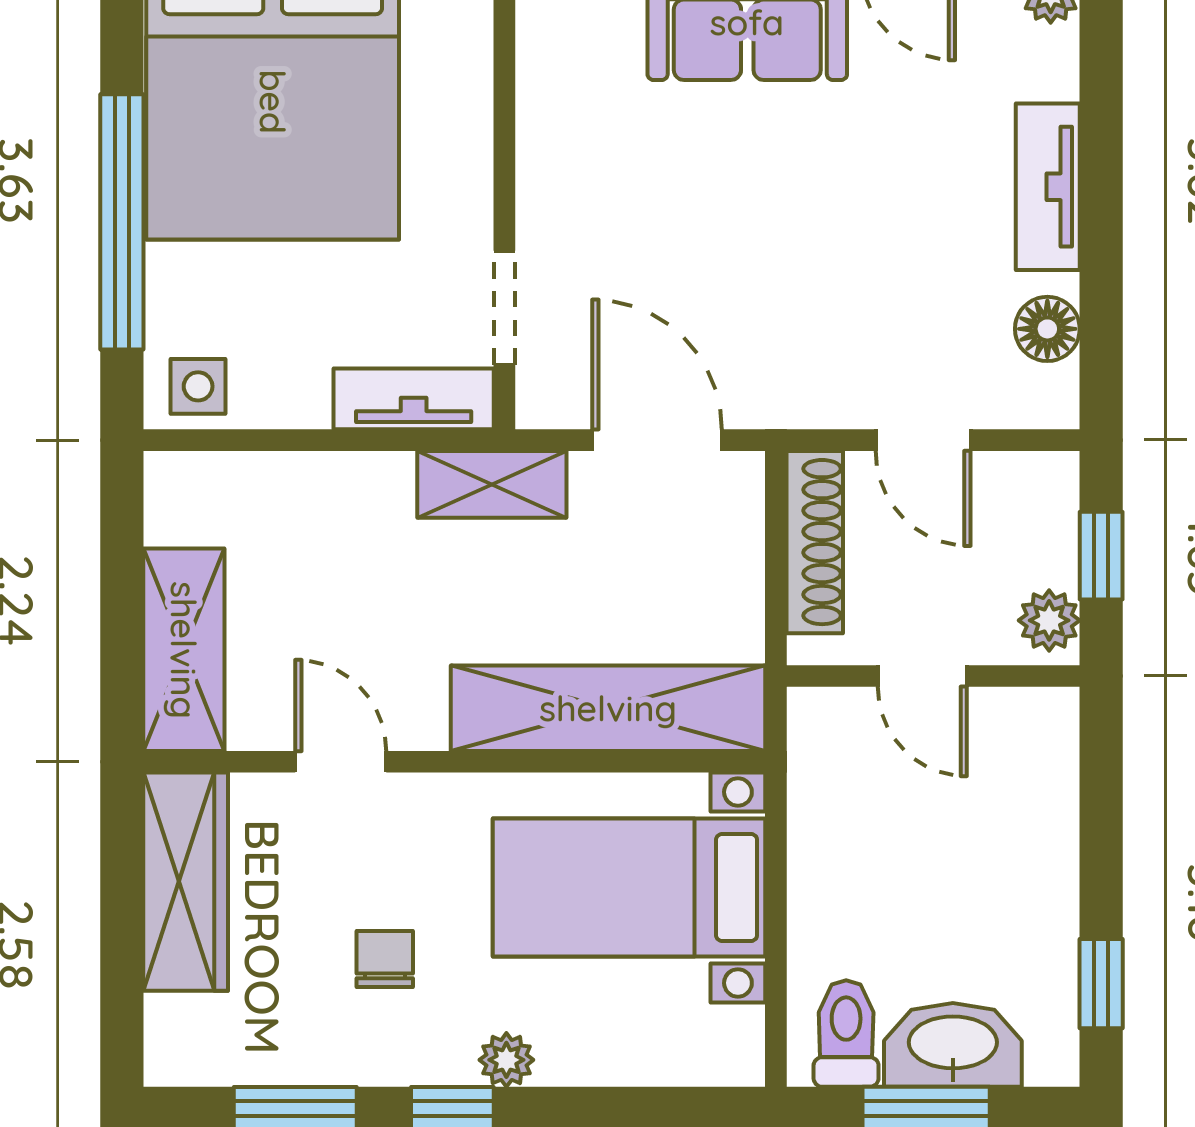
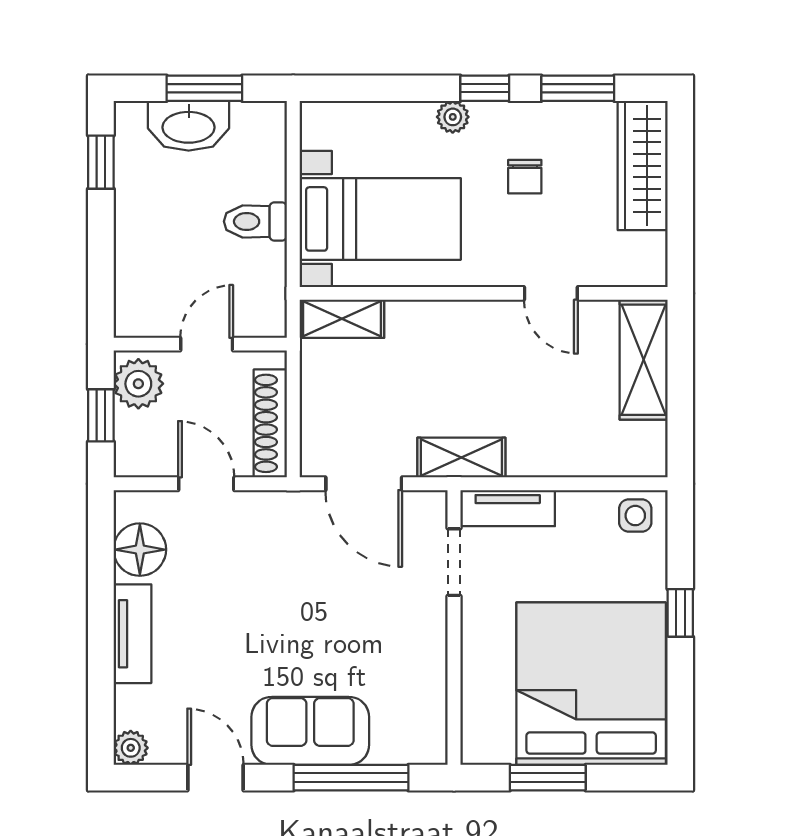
window: (122, 222) -> (680, 613), width x0.32
floor lamp: (1047, 329) -> (140, 550), width x1.38, depth x1.38
plant: (1049, 620) -> (138, 384), width x1.38, depth x1.38
door: (922, 676) -> (207, 344), hinge flipped
shelving: (608, 708) -> (342, 319), width x0.45, depth x0.75
wardrobe: (186, 882) -> (643, 166), moved
toilet: (846, 1034) -> (255, 221), moved, turned 90

